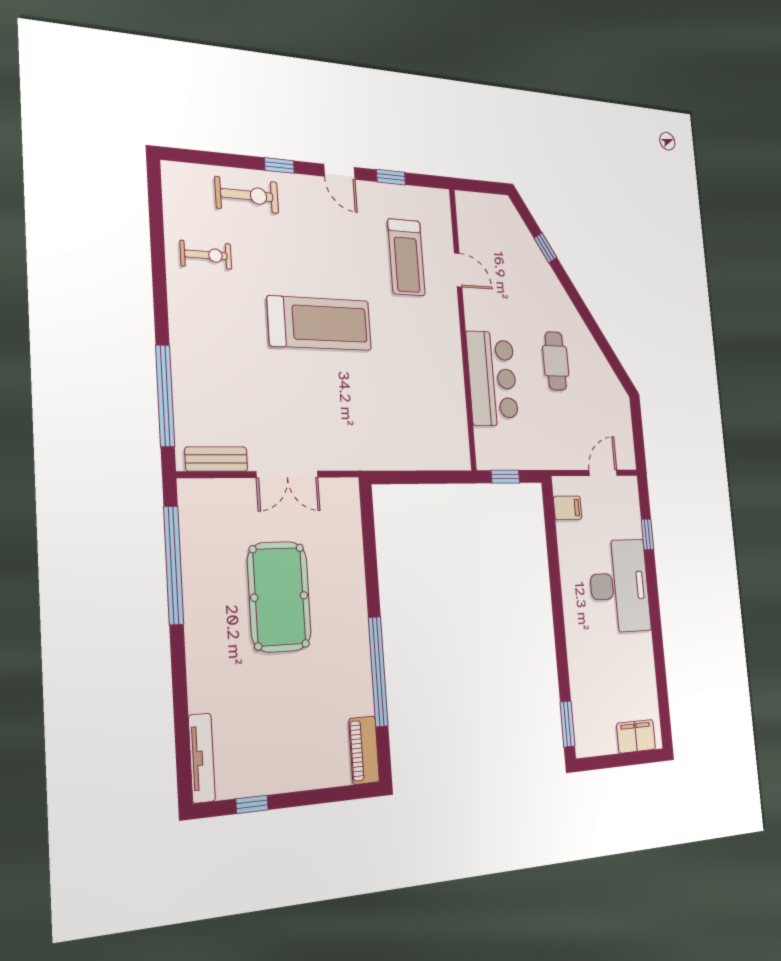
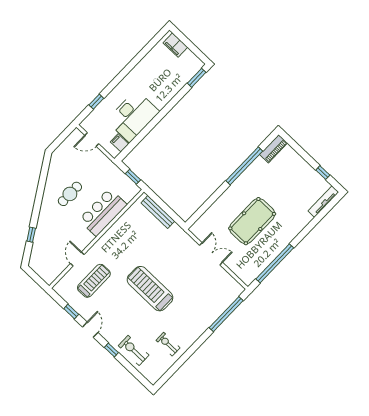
bench: (216, 459) -> (158, 212), moved, width x1.36
desk: (619, 586) -> (133, 116), moved, turned 180

